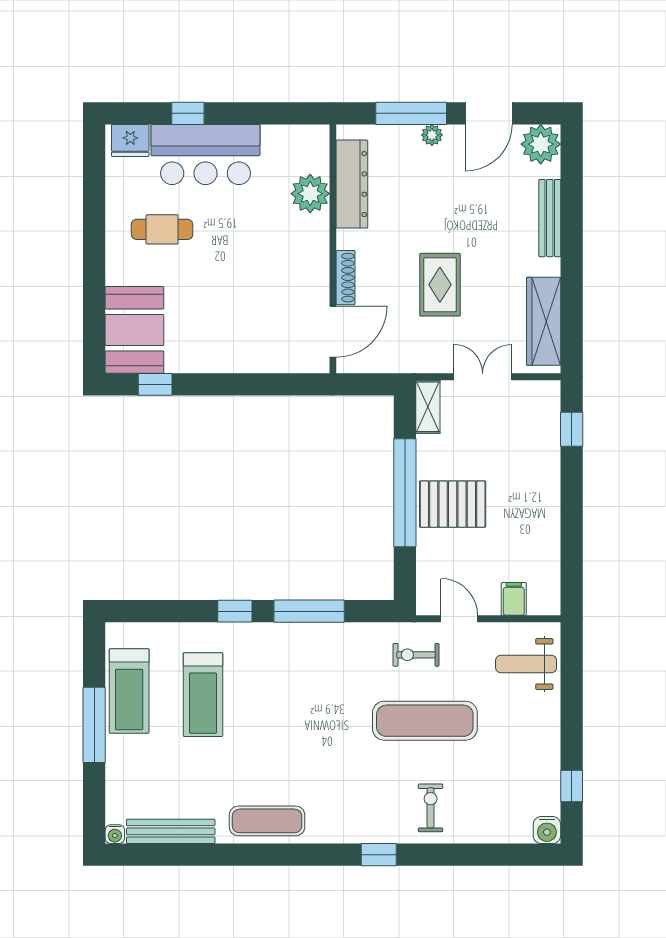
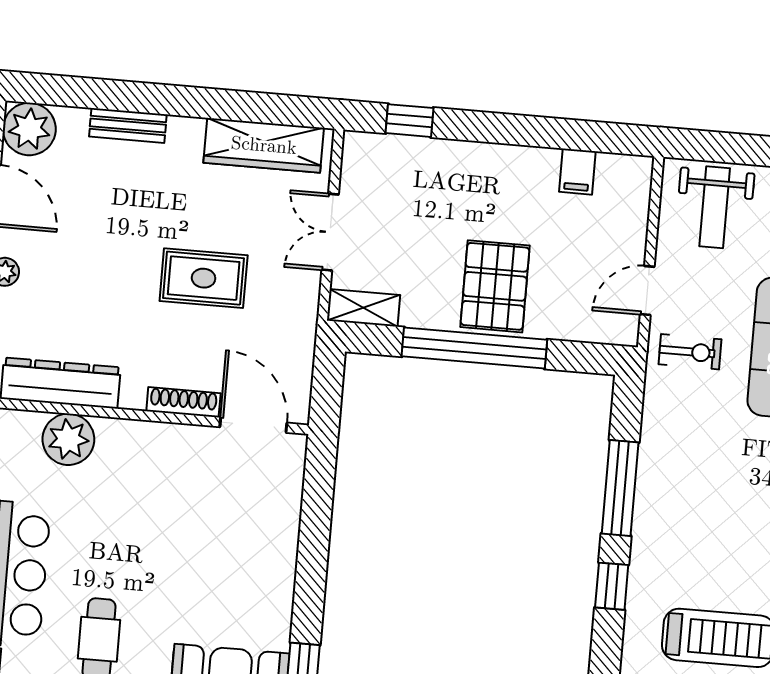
bench: (550, 218) -> (128, 125), width x0.73
filing cabinet: (514, 599) -> (577, 172), moved, turned -90
exercise bike: (416, 655) -> (690, 352), turned -90

